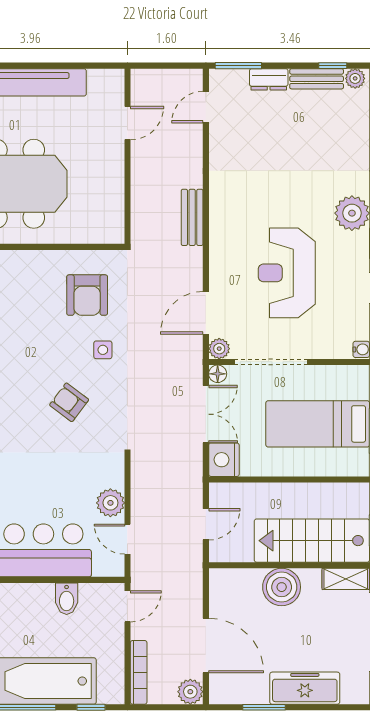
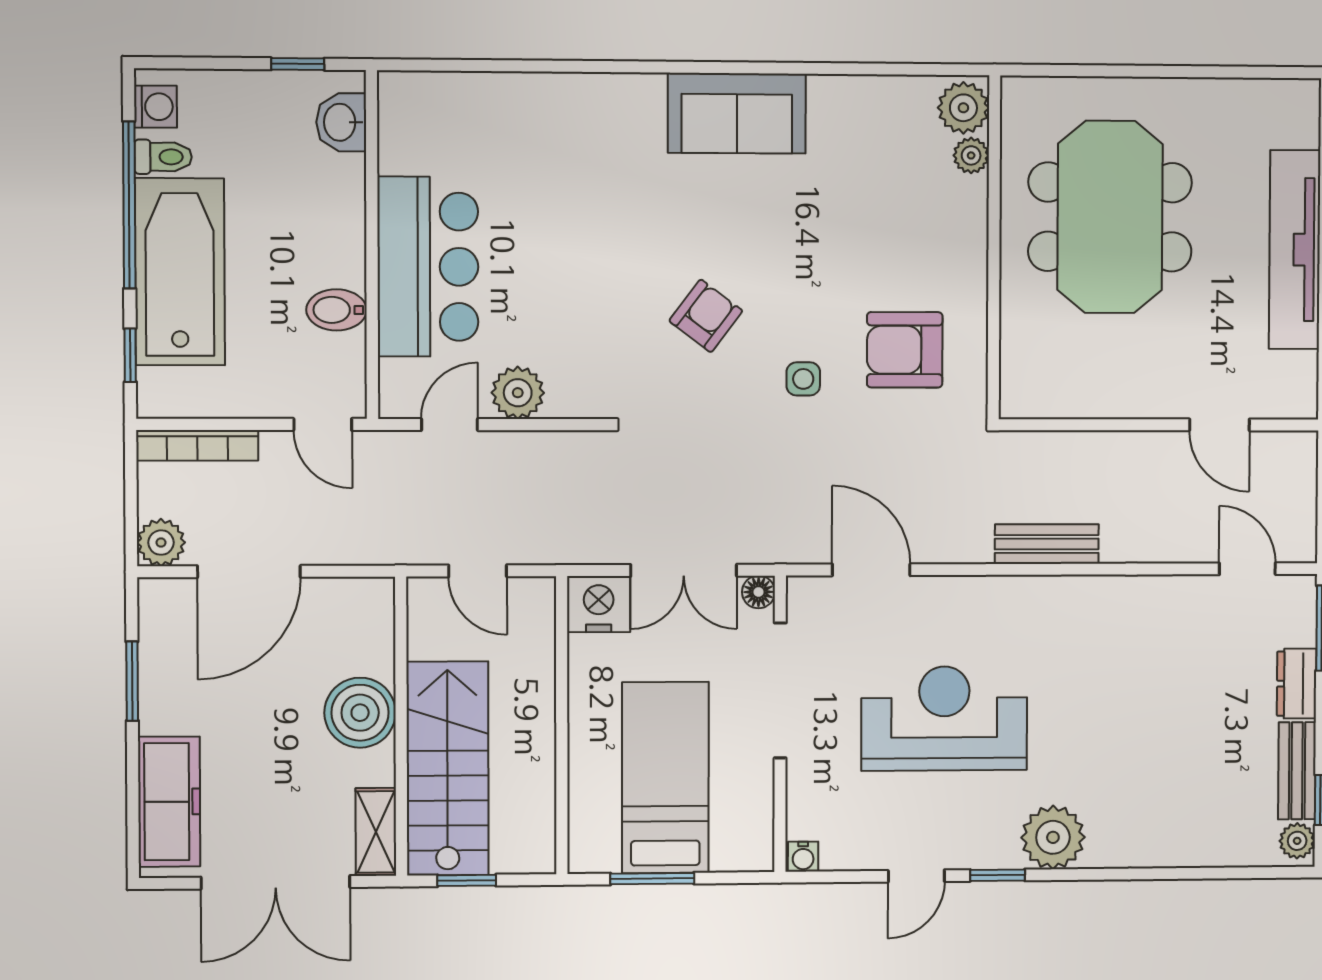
plant: (219, 349) -> (805, 595), removed
freezer: (305, 688) -> (169, 802), moved

